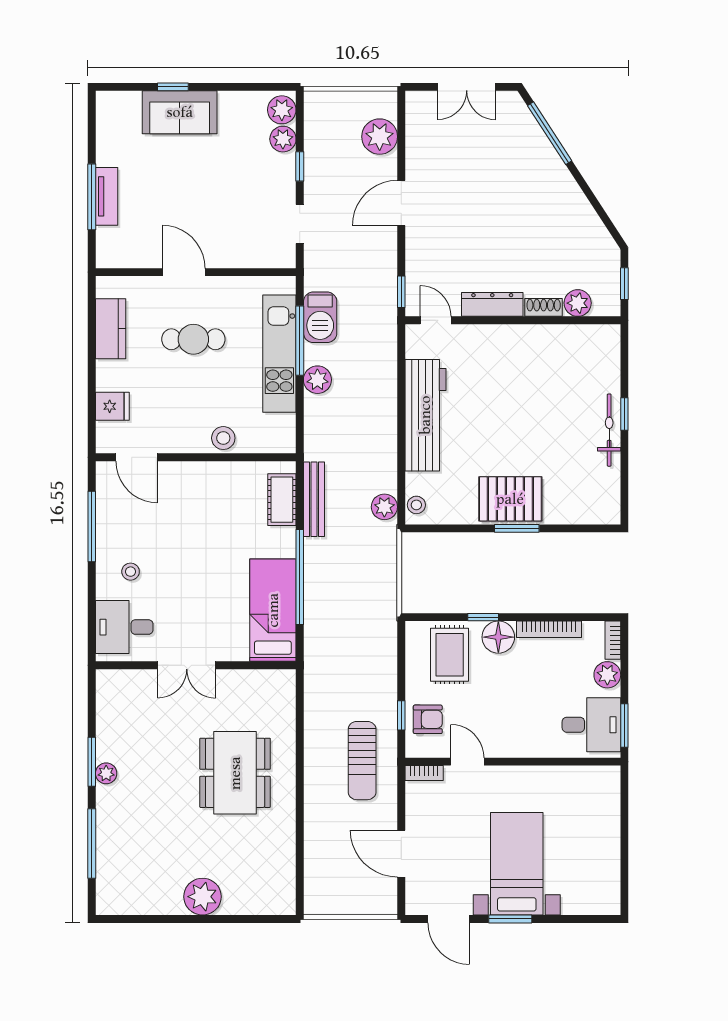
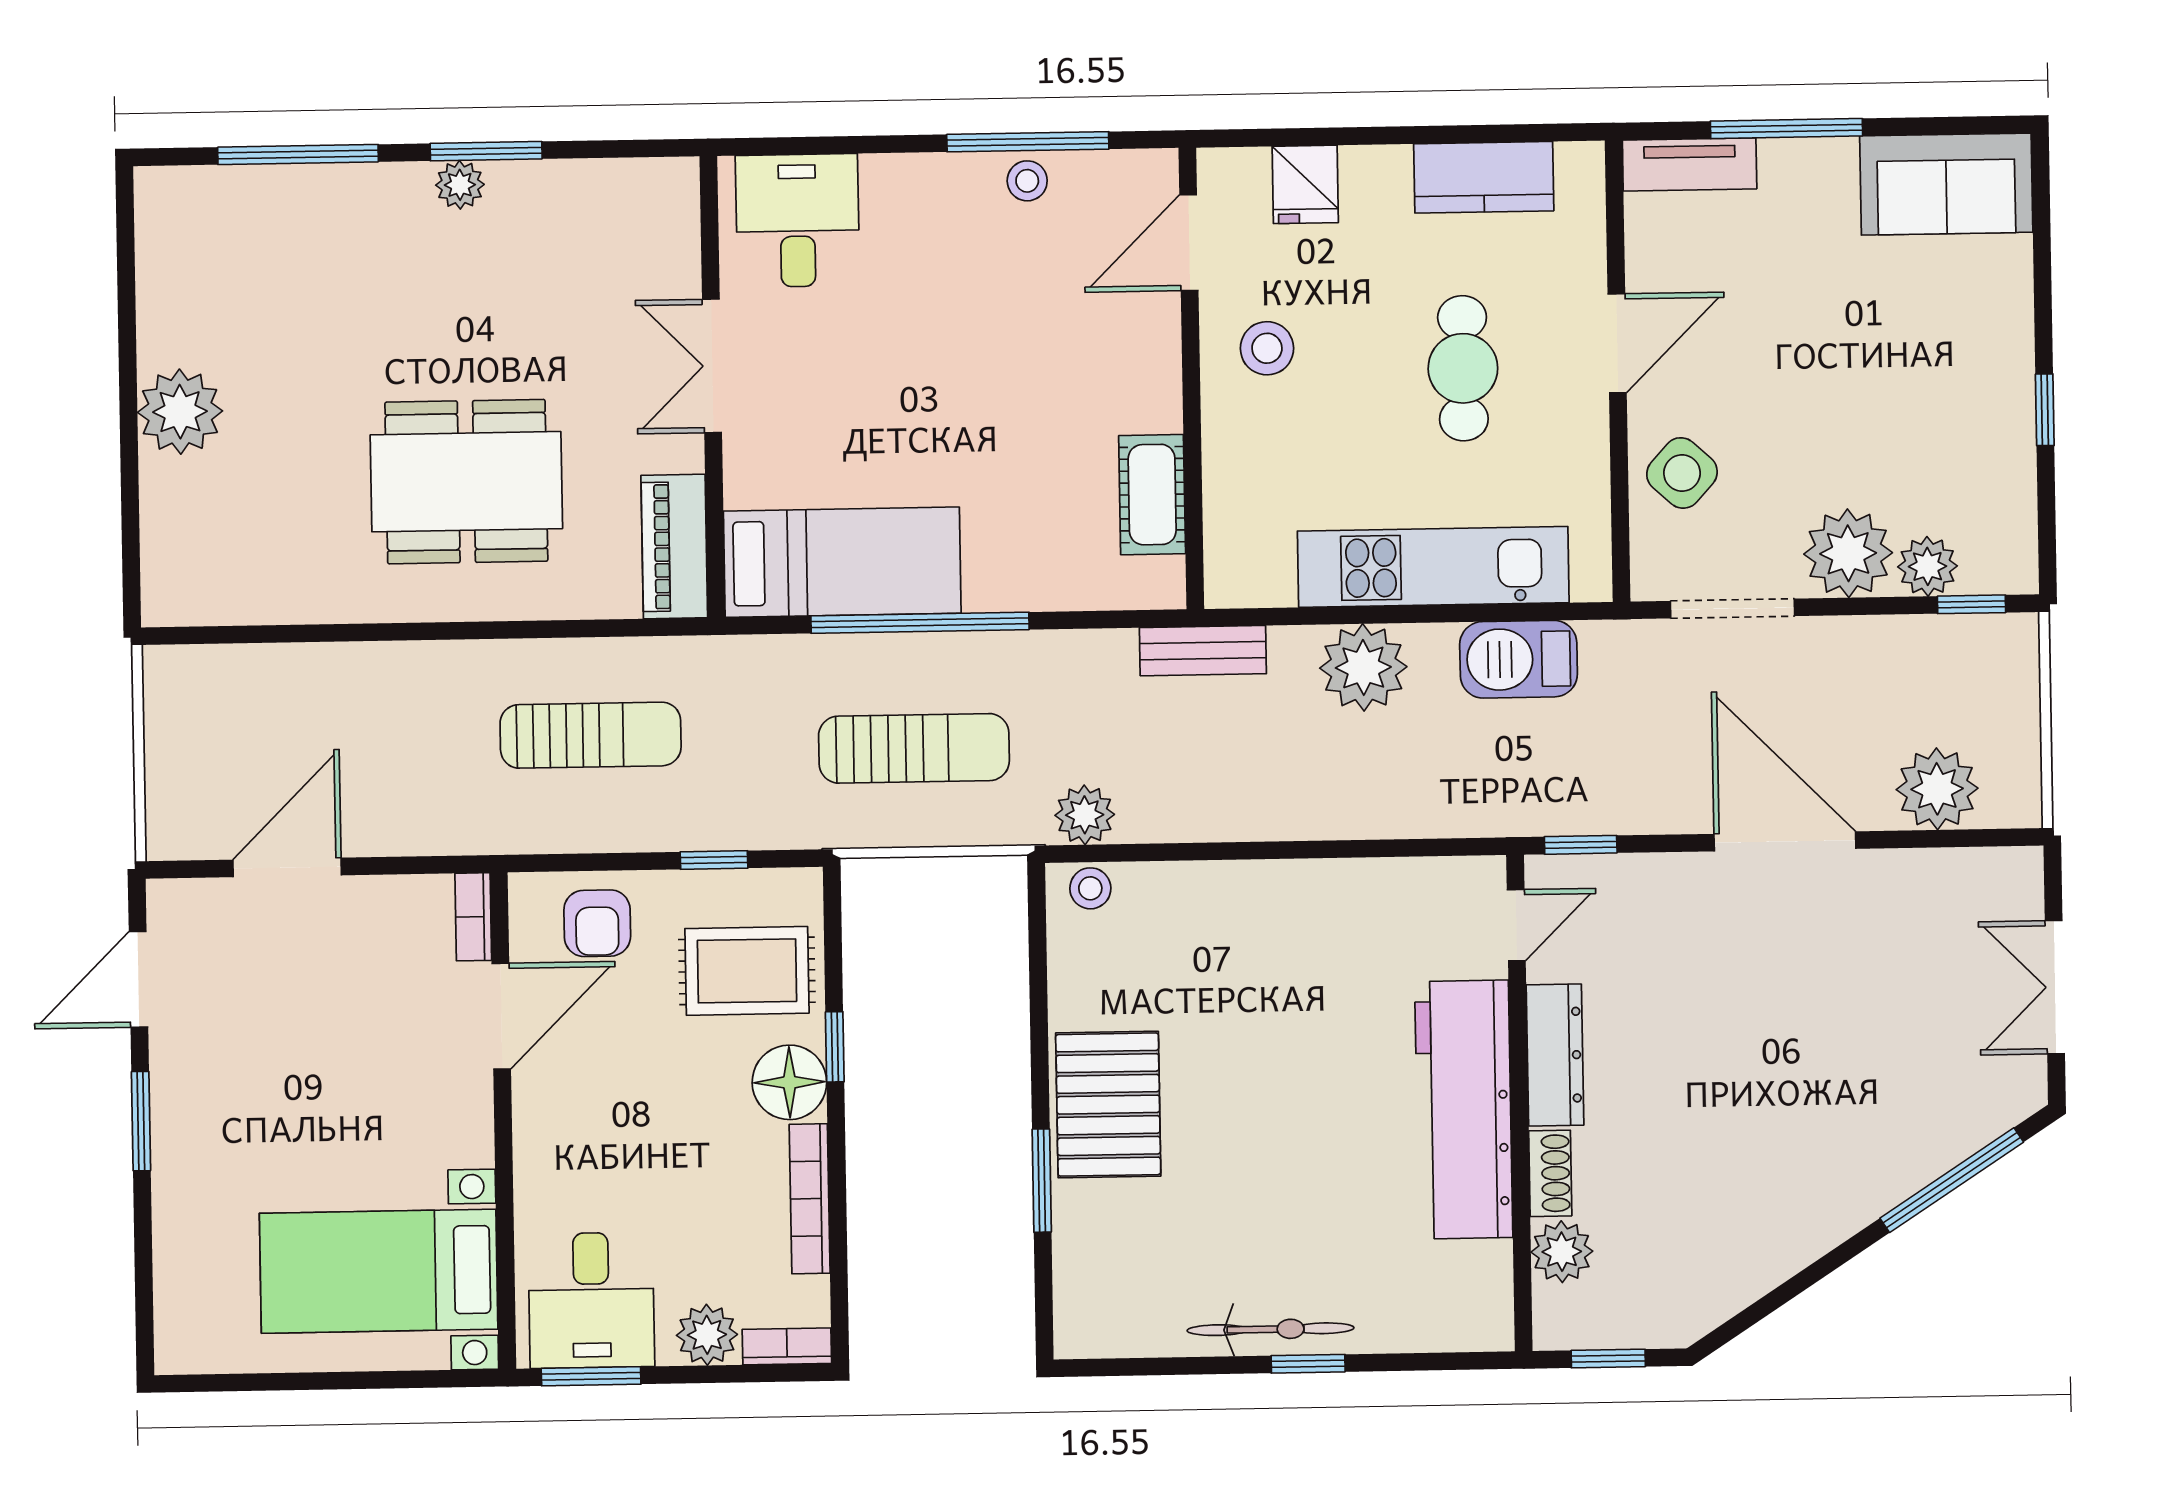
window: (173, 87) -> (2045, 410), moved
plant: (282, 110) -> (1848, 553), moved, width x1.36, depth x1.36
sofa: (180, 112) -> (1946, 184), moved, turned -90
window: (300, 166) -> (1971, 604), moved
tv unit: (107, 196) -> (1690, 164), moved
door: (401, 203) -> (1785, 841), width x1.36
doorway: (300, 224) -> (1733, 609), width x1.38
side table: (241, 245) -> (1682, 473), added
window: (300, 341) -> (1464, 613), removed
plant: (317, 380) -> (1363, 667), width x1.36, depth x1.36
workbench: (425, 415) -> (1464, 1110), moved, turned 90
stool: (223, 438) -> (1267, 348), moved
bench: (314, 499) -> (1203, 651), moved, width x0.73
cot: (282, 500) -> (1152, 495), moved, turned 90
window: (517, 528) -> (1042, 1181), moved
stool: (131, 572) -> (1027, 181), moved
sun lounger: (354, 580) -> (914, 748), added
piano: (265, 683) -> (674, 546), added
window: (401, 715) -> (714, 860), moved
sun lounger: (362, 761) -> (591, 735), moved, turned 180
door: (467, 762) -> (501, 1016), width x1.38
bed with nightstands: (517, 864) -> (379, 1271), moved, turned 180

